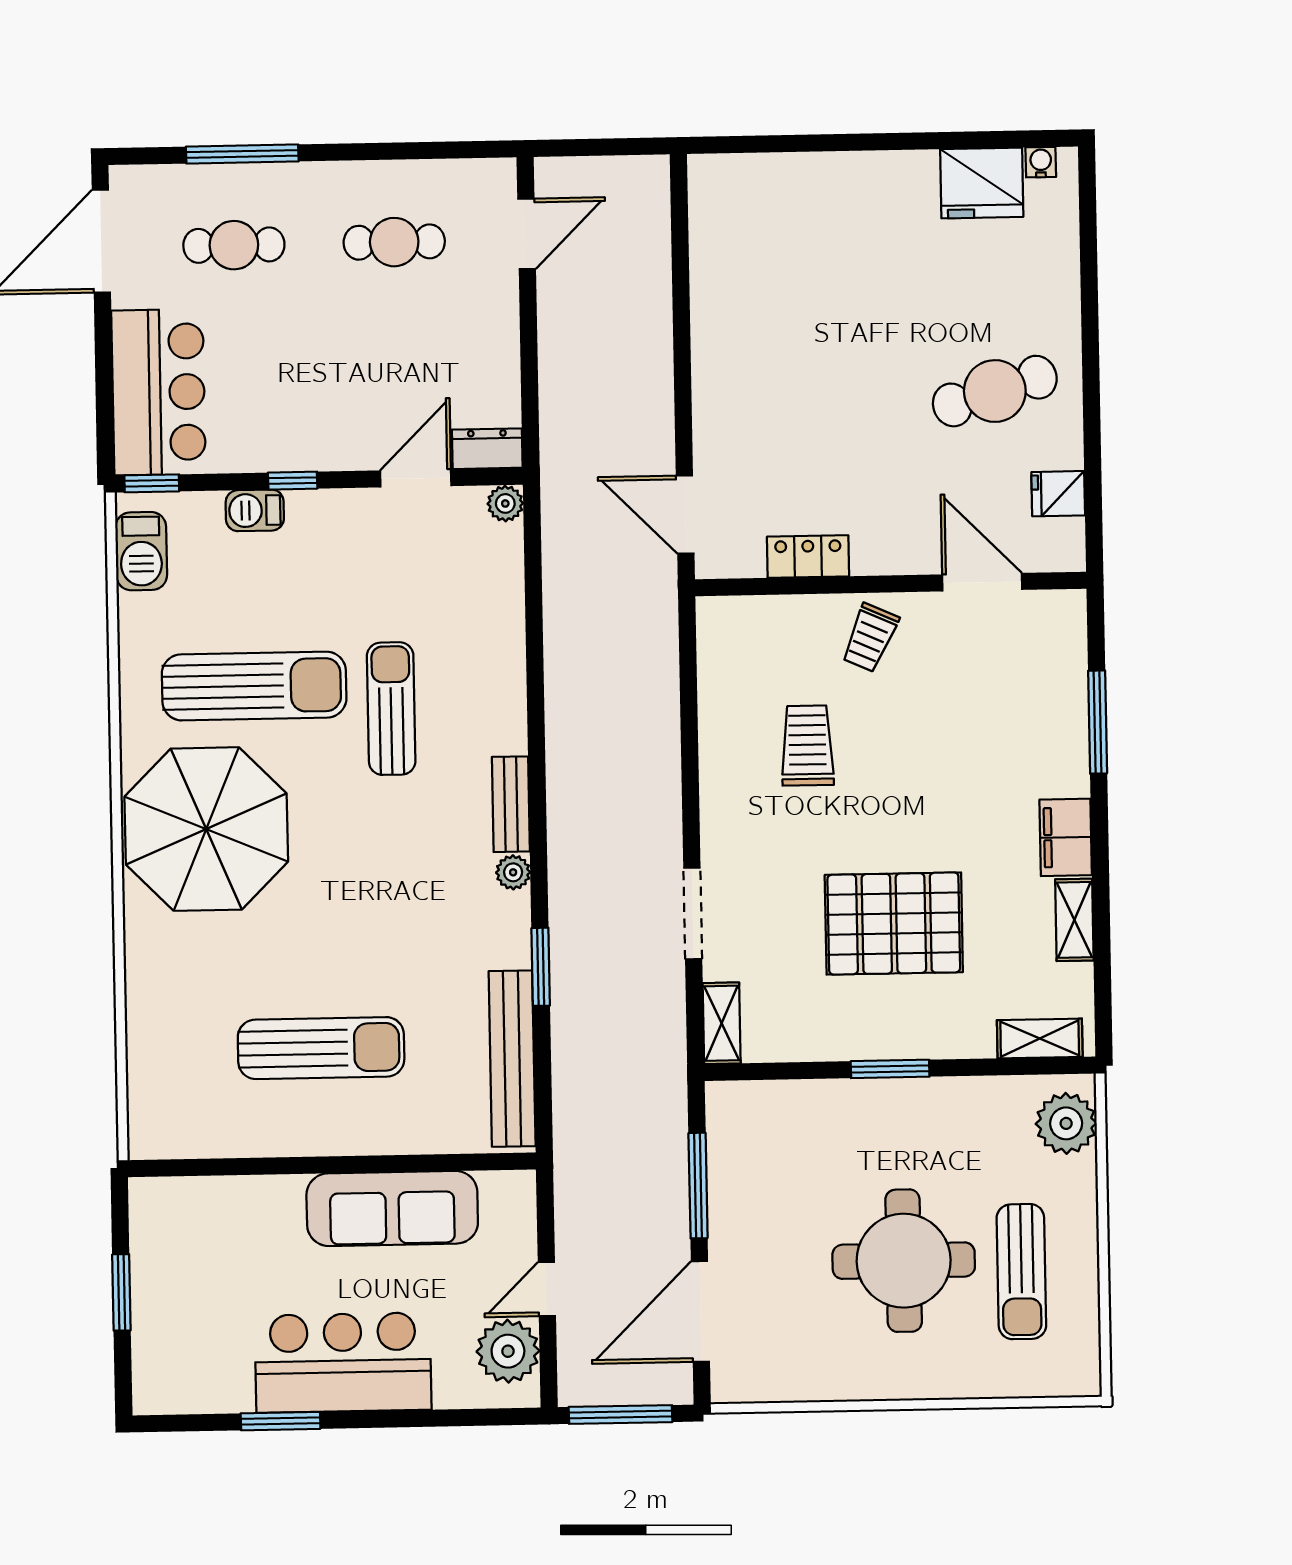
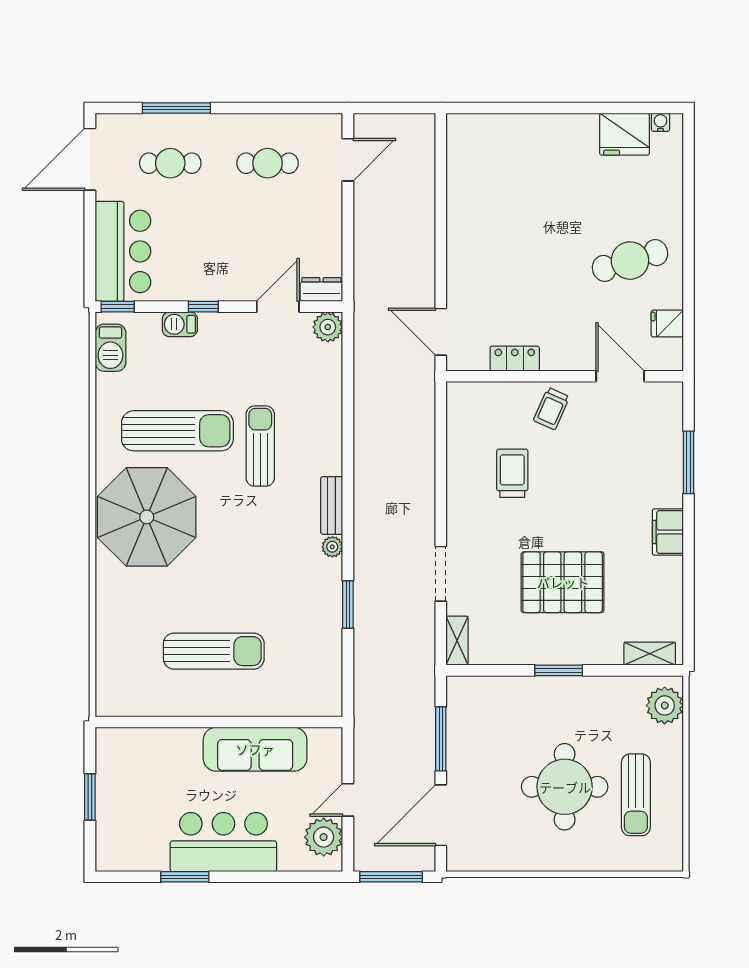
plant: (505, 503) -> (328, 327), width x1.38, depth x1.38
shelving: (1074, 920) -> (672, 582), removed
bench: (512, 1059) -> (329, 660), removed

